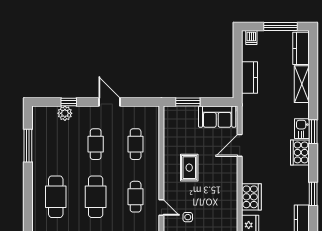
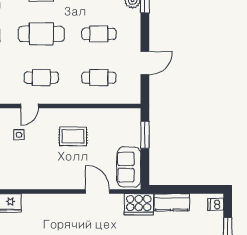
door: (109, 102) -> (145, 63), moved
cooker: (251, 197) -> (139, 204), moved

